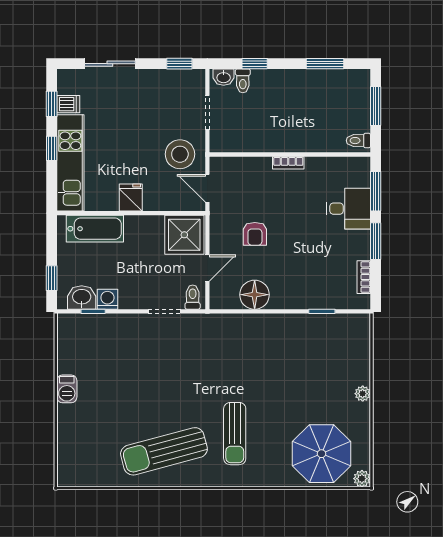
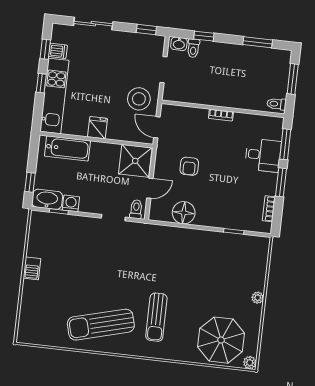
washbasin: (82, 297) -> (47, 199), width x1.38

